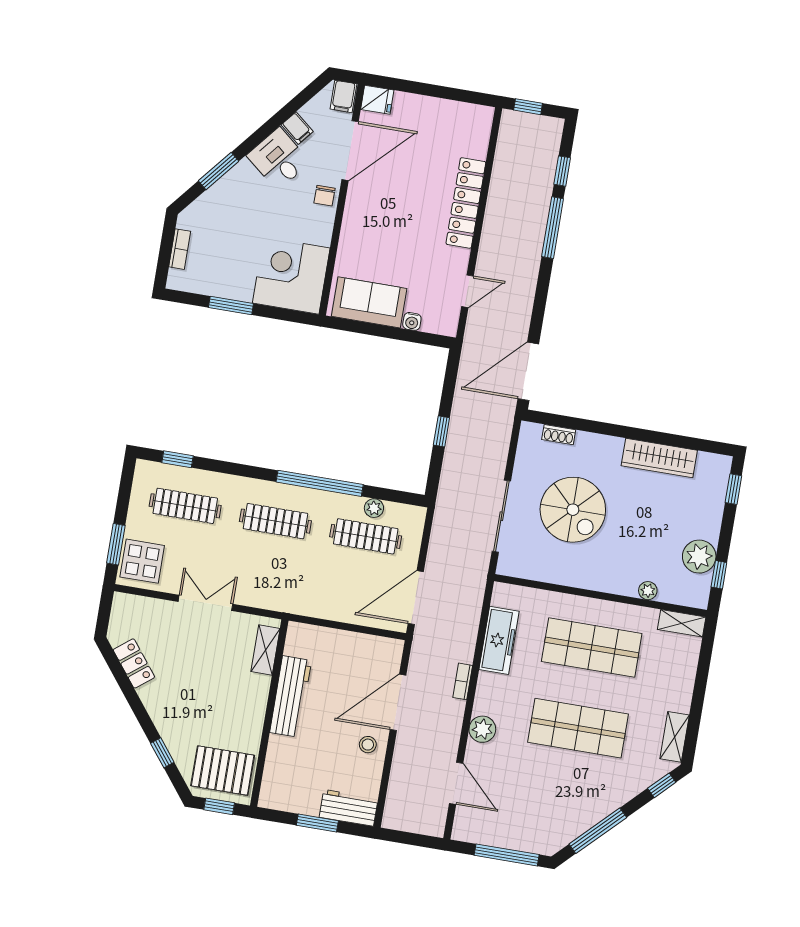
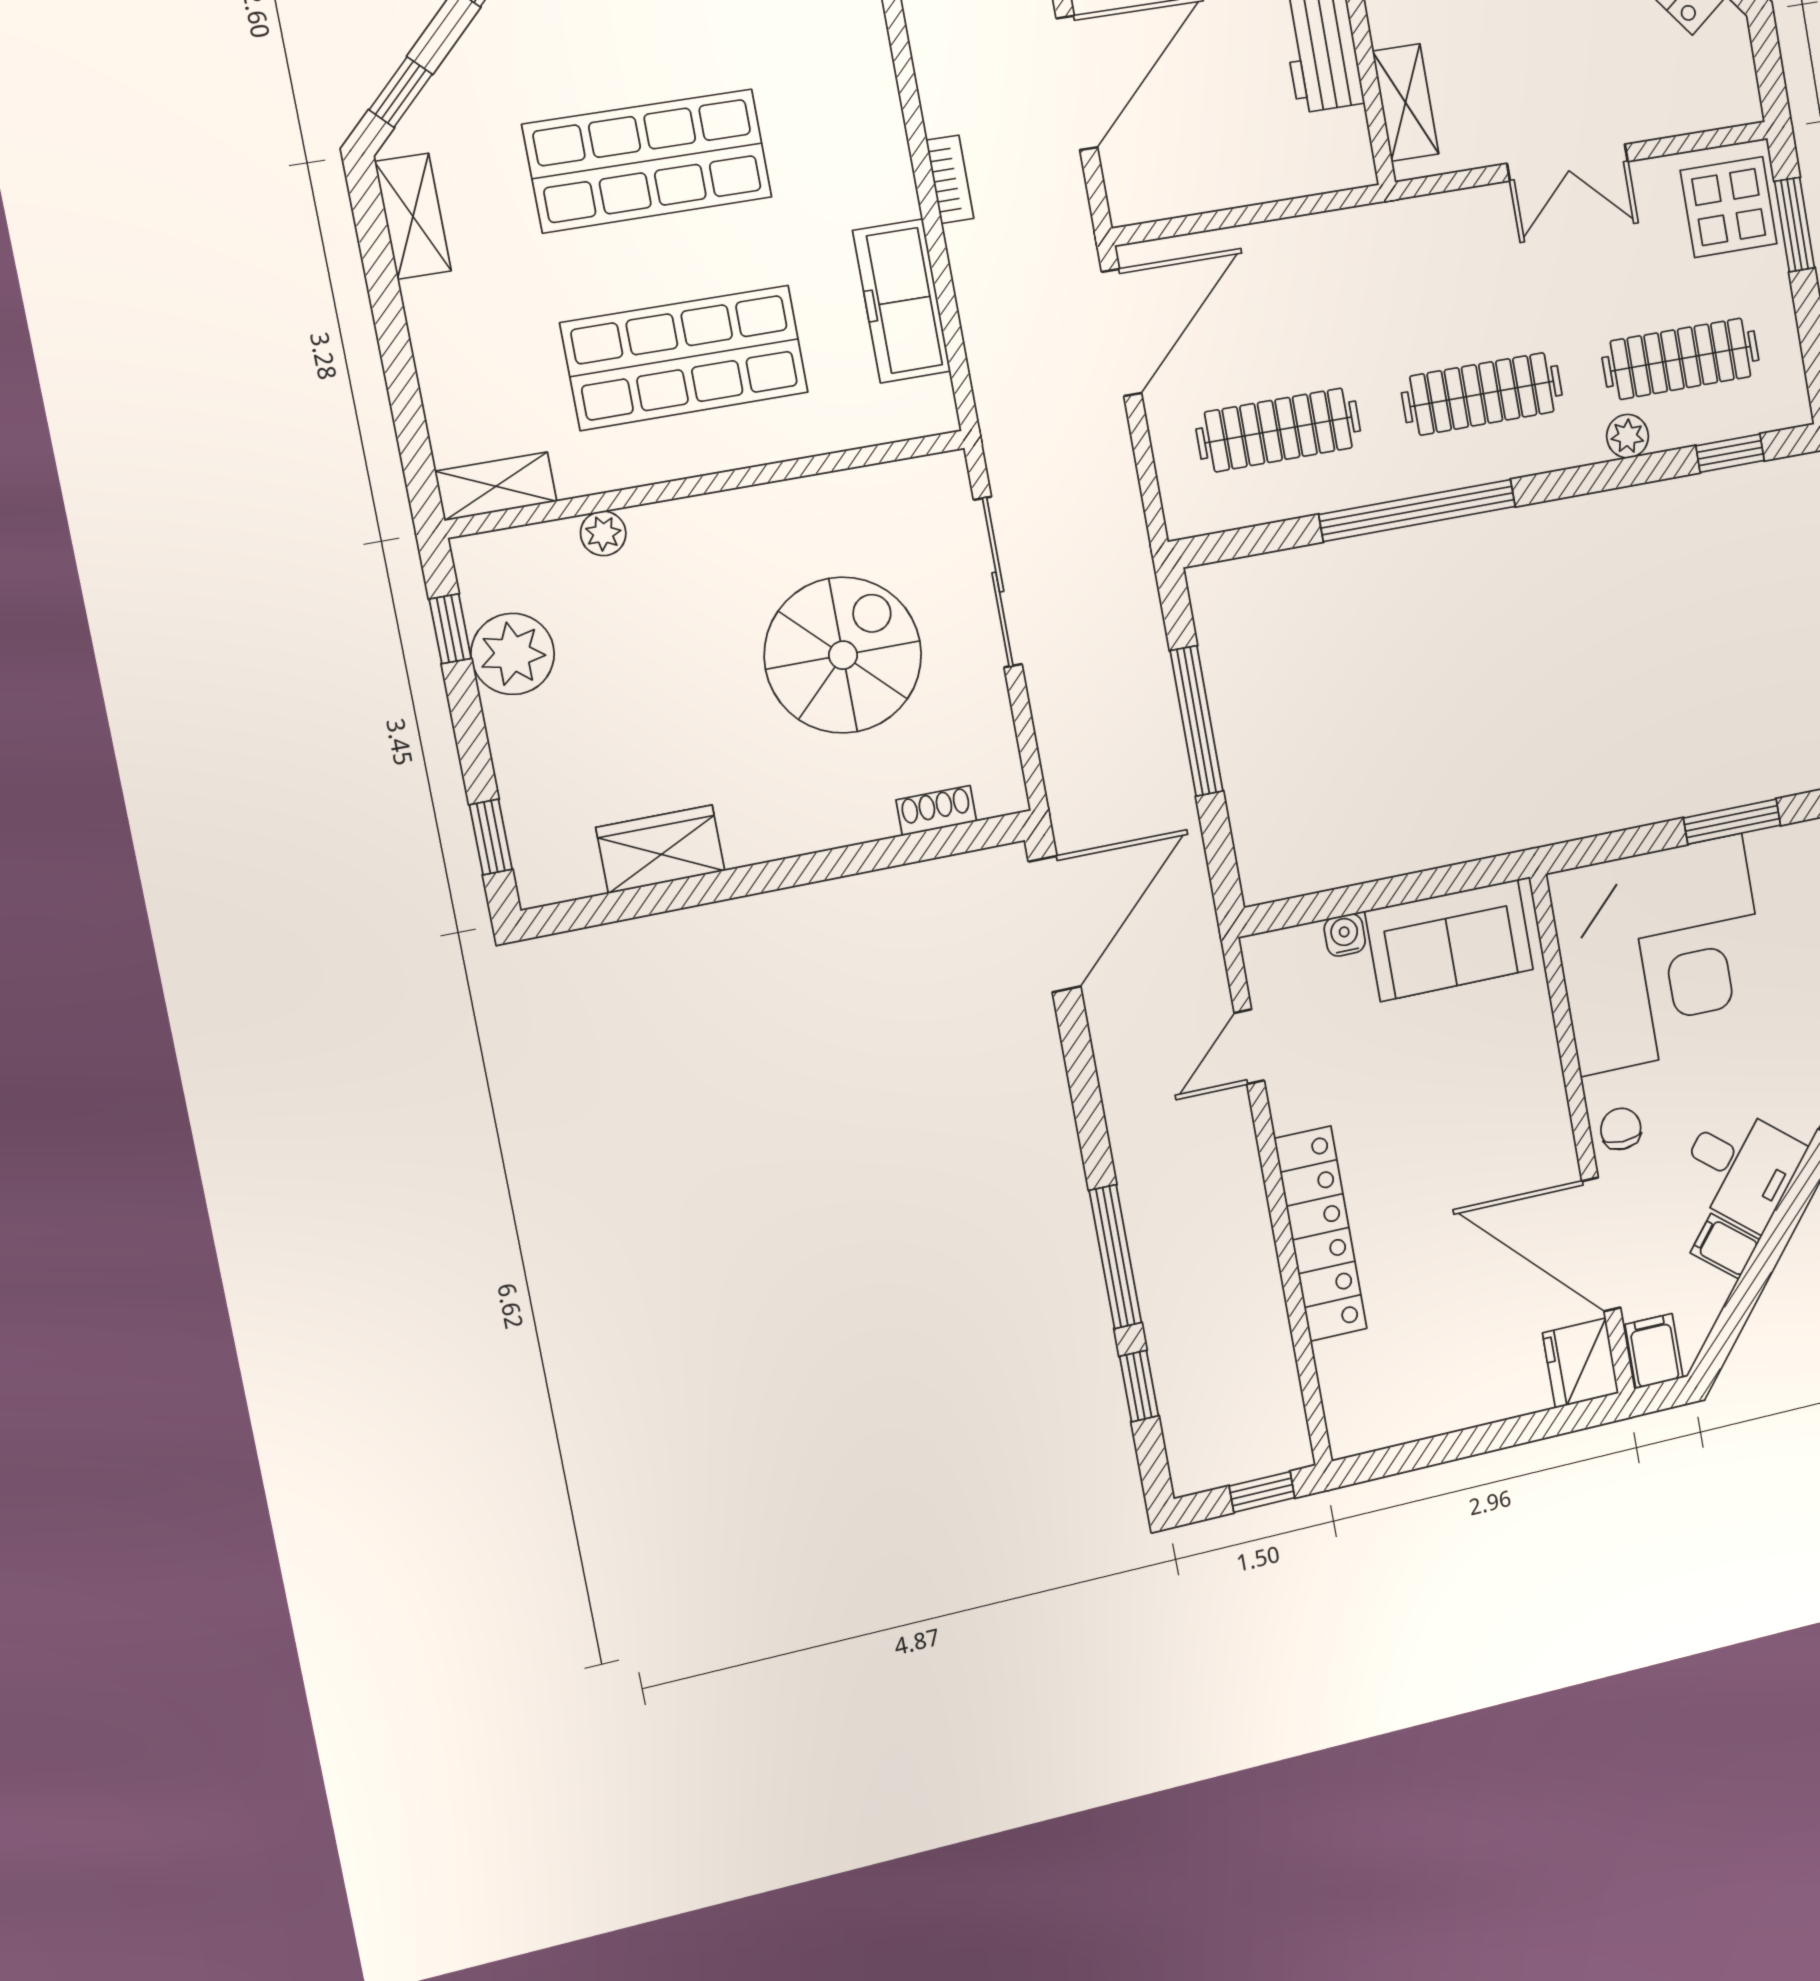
fridge: (377, 100) -> (1581, 1363), width x1.38
door: (350, 151) -> (1601, 1244), hinge flipped
corner desk: (291, 276) -> (1661, 955), width x1.36, depth x1.36
window: (441, 431) -> (1197, 721), width x2.17
wardrobe: (659, 458) -> (660, 849), width x0.67
plant: (374, 508) -> (1628, 436), moved
spiral stairs: (573, 510) -> (843, 655), turned 90
plant: (482, 729) -> (866, 85), removed

